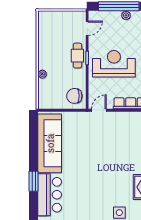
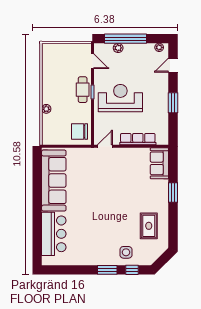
plant: (126, 15) -> (118, 48), moved
door: (87, 28) -> (93, 61), hinge flipped
window: (34, 181) -> (37, 220), removed

